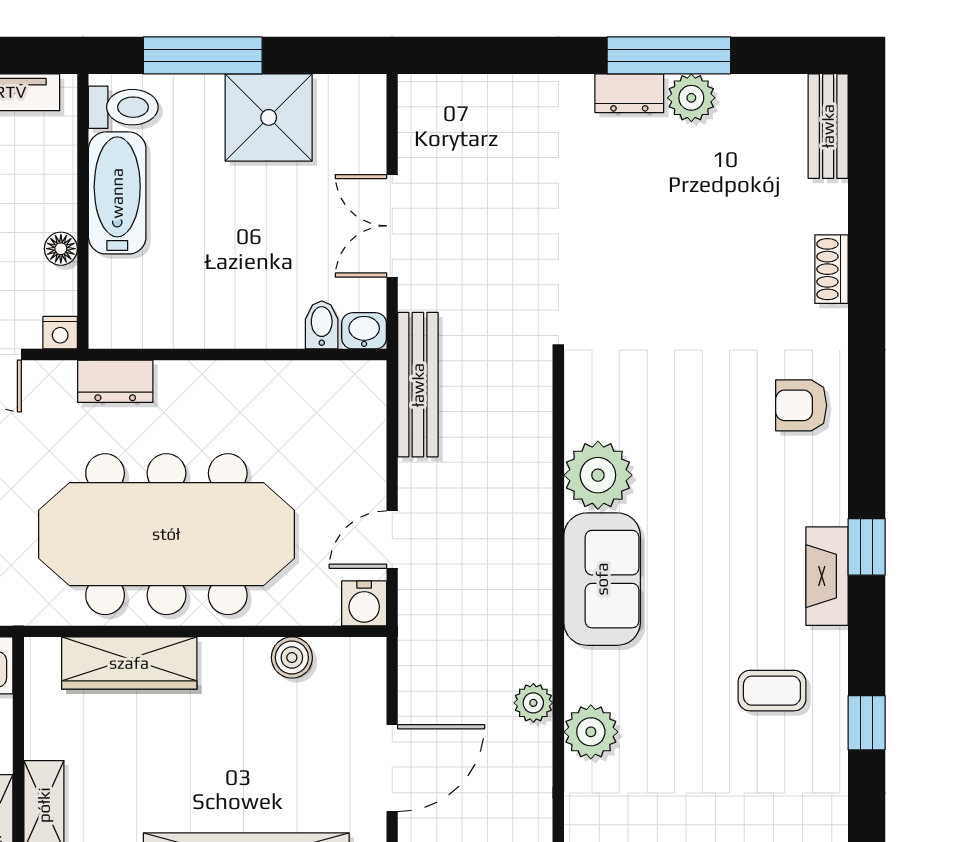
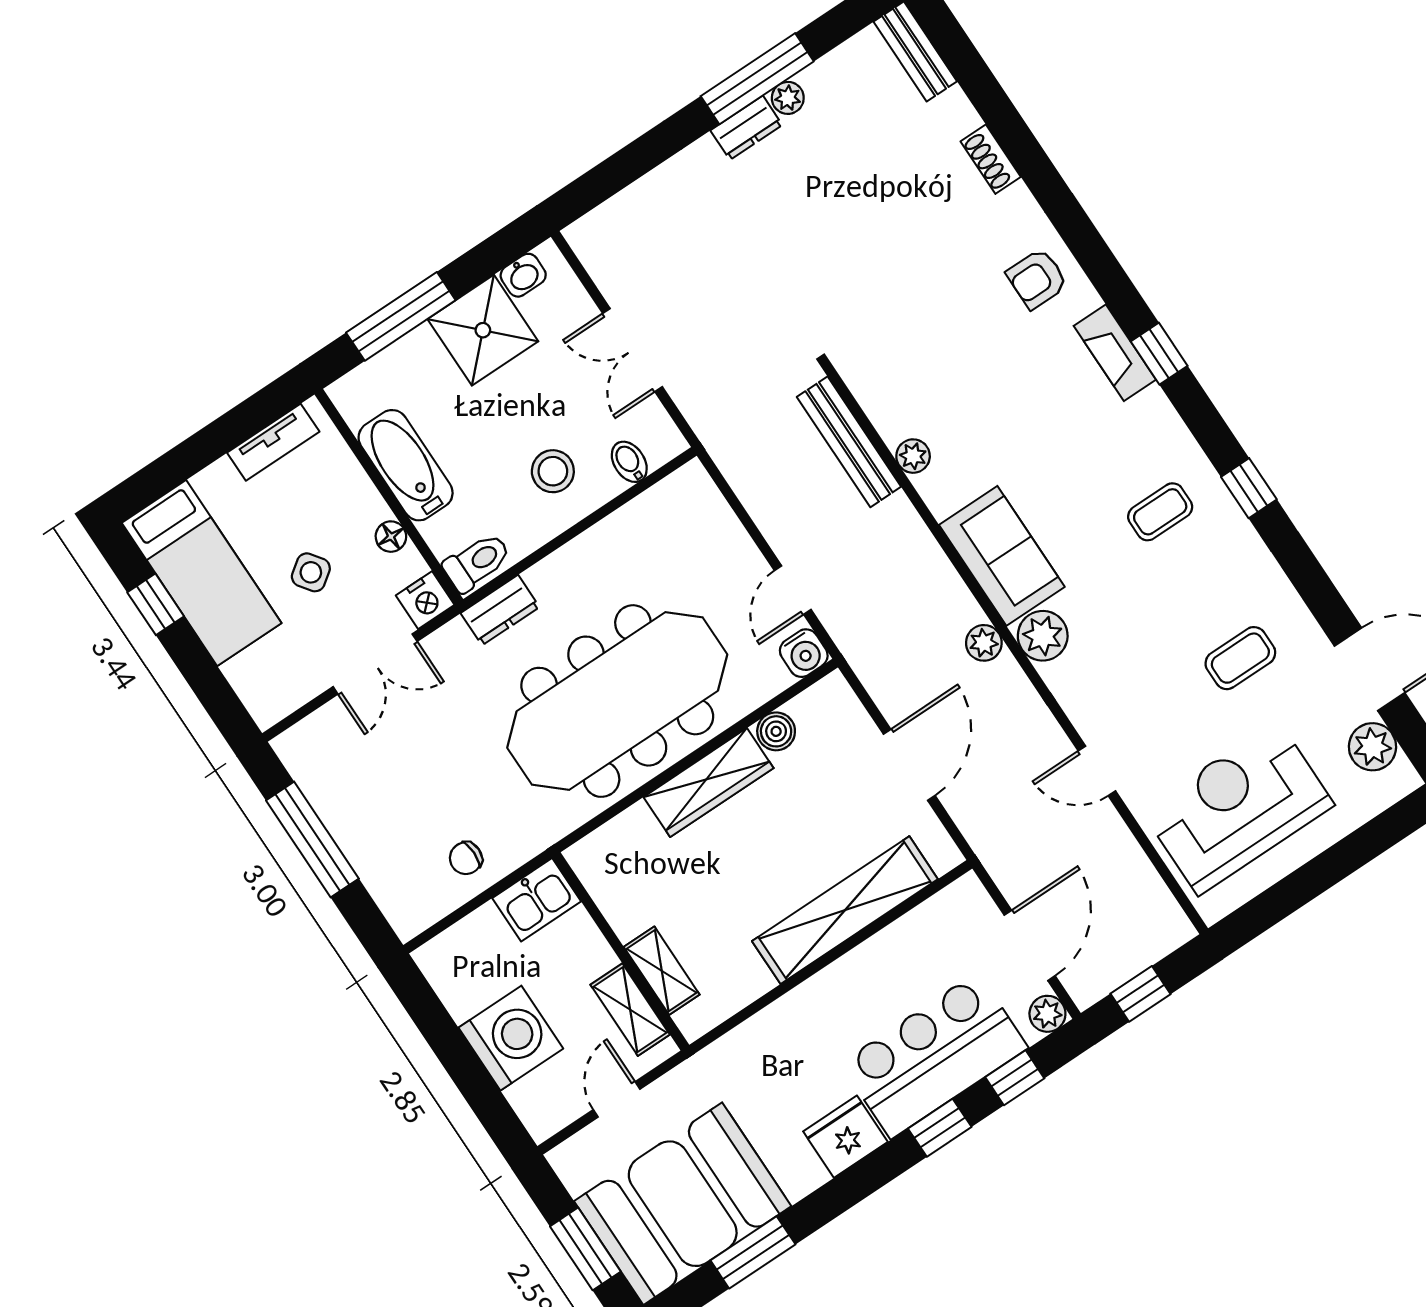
plant: (691, 98) -> (788, 98), width x0.73, depth x0.73
toilet: (123, 107) -> (477, 562), moved
stool: (247, 287) -> (553, 471), added
washbasin: (364, 331) -> (523, 275), moved, turned 180
nightstand: (60, 333) -> (425, 600), width x1.39, depth x1.35
bench: (418, 385) -> (849, 442), moved
plant: (598, 475) -> (913, 456), width x0.53, depth x0.53
fireplace: (827, 576) -> (1115, 353), moved
sofa: (602, 579) -> (1002, 556), moved
wardrobe: (129, 663) -> (709, 783), moved

